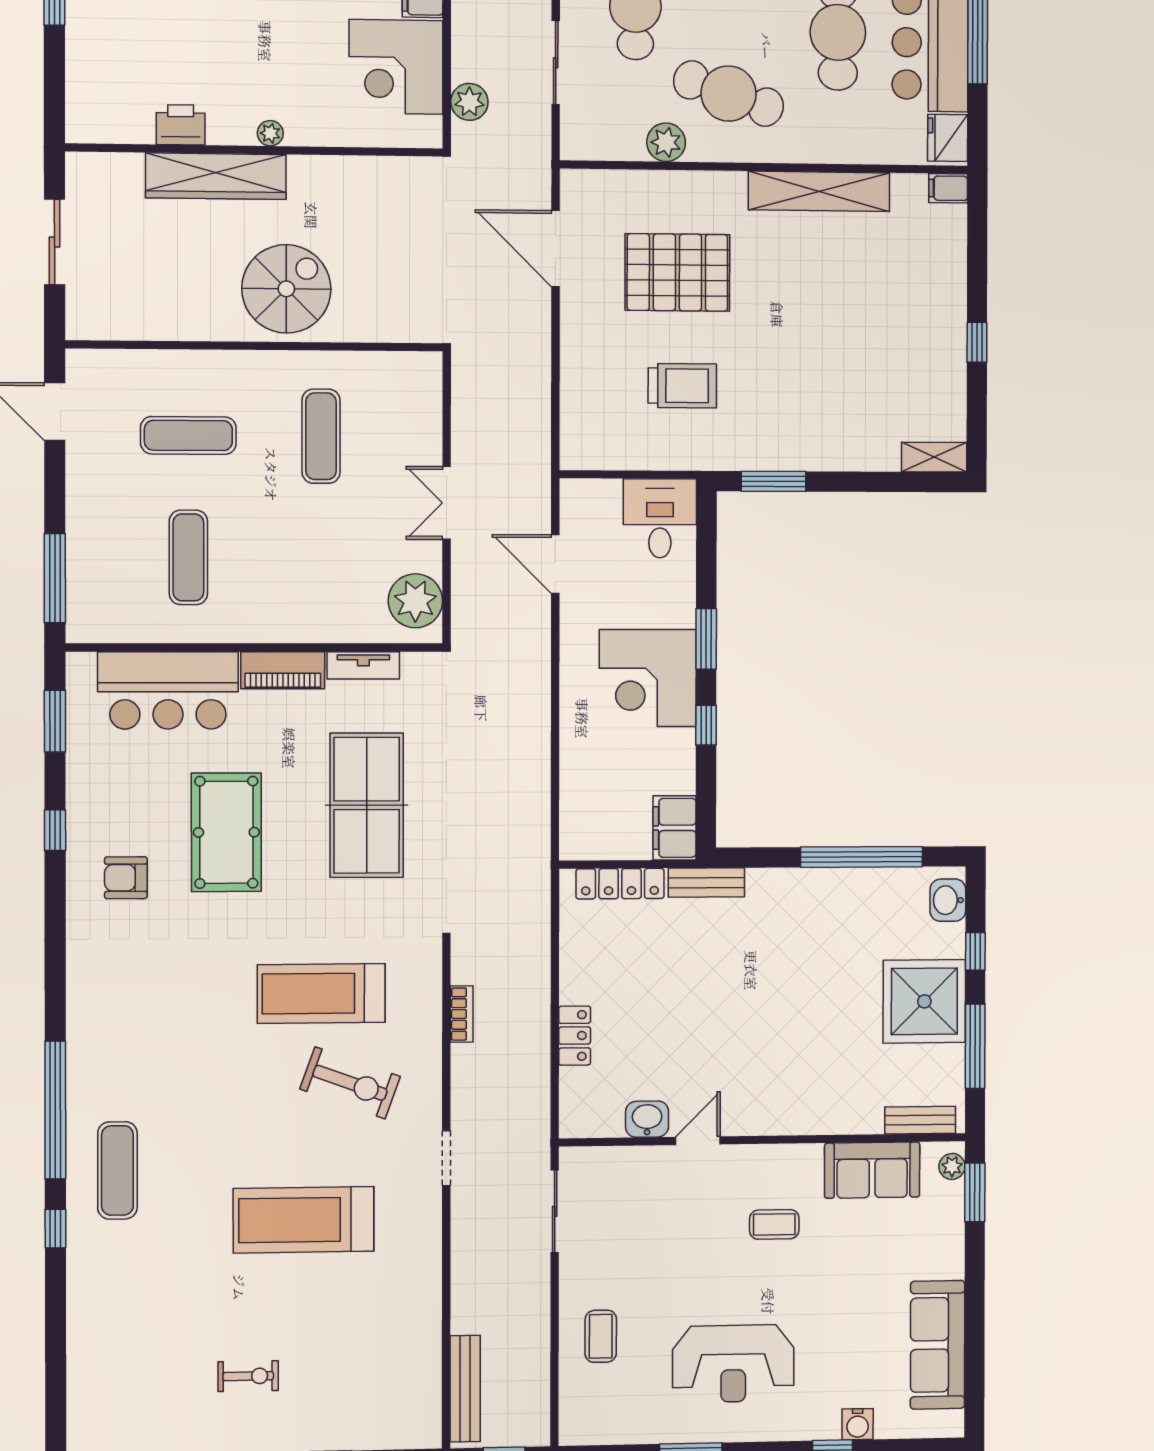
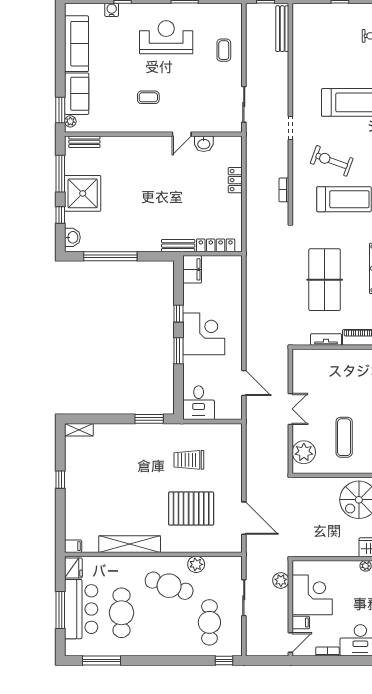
plant: (415, 601) -> (304, 452), moved
sofa: (872, 1170) -> (77, 94), moved, turned 90

